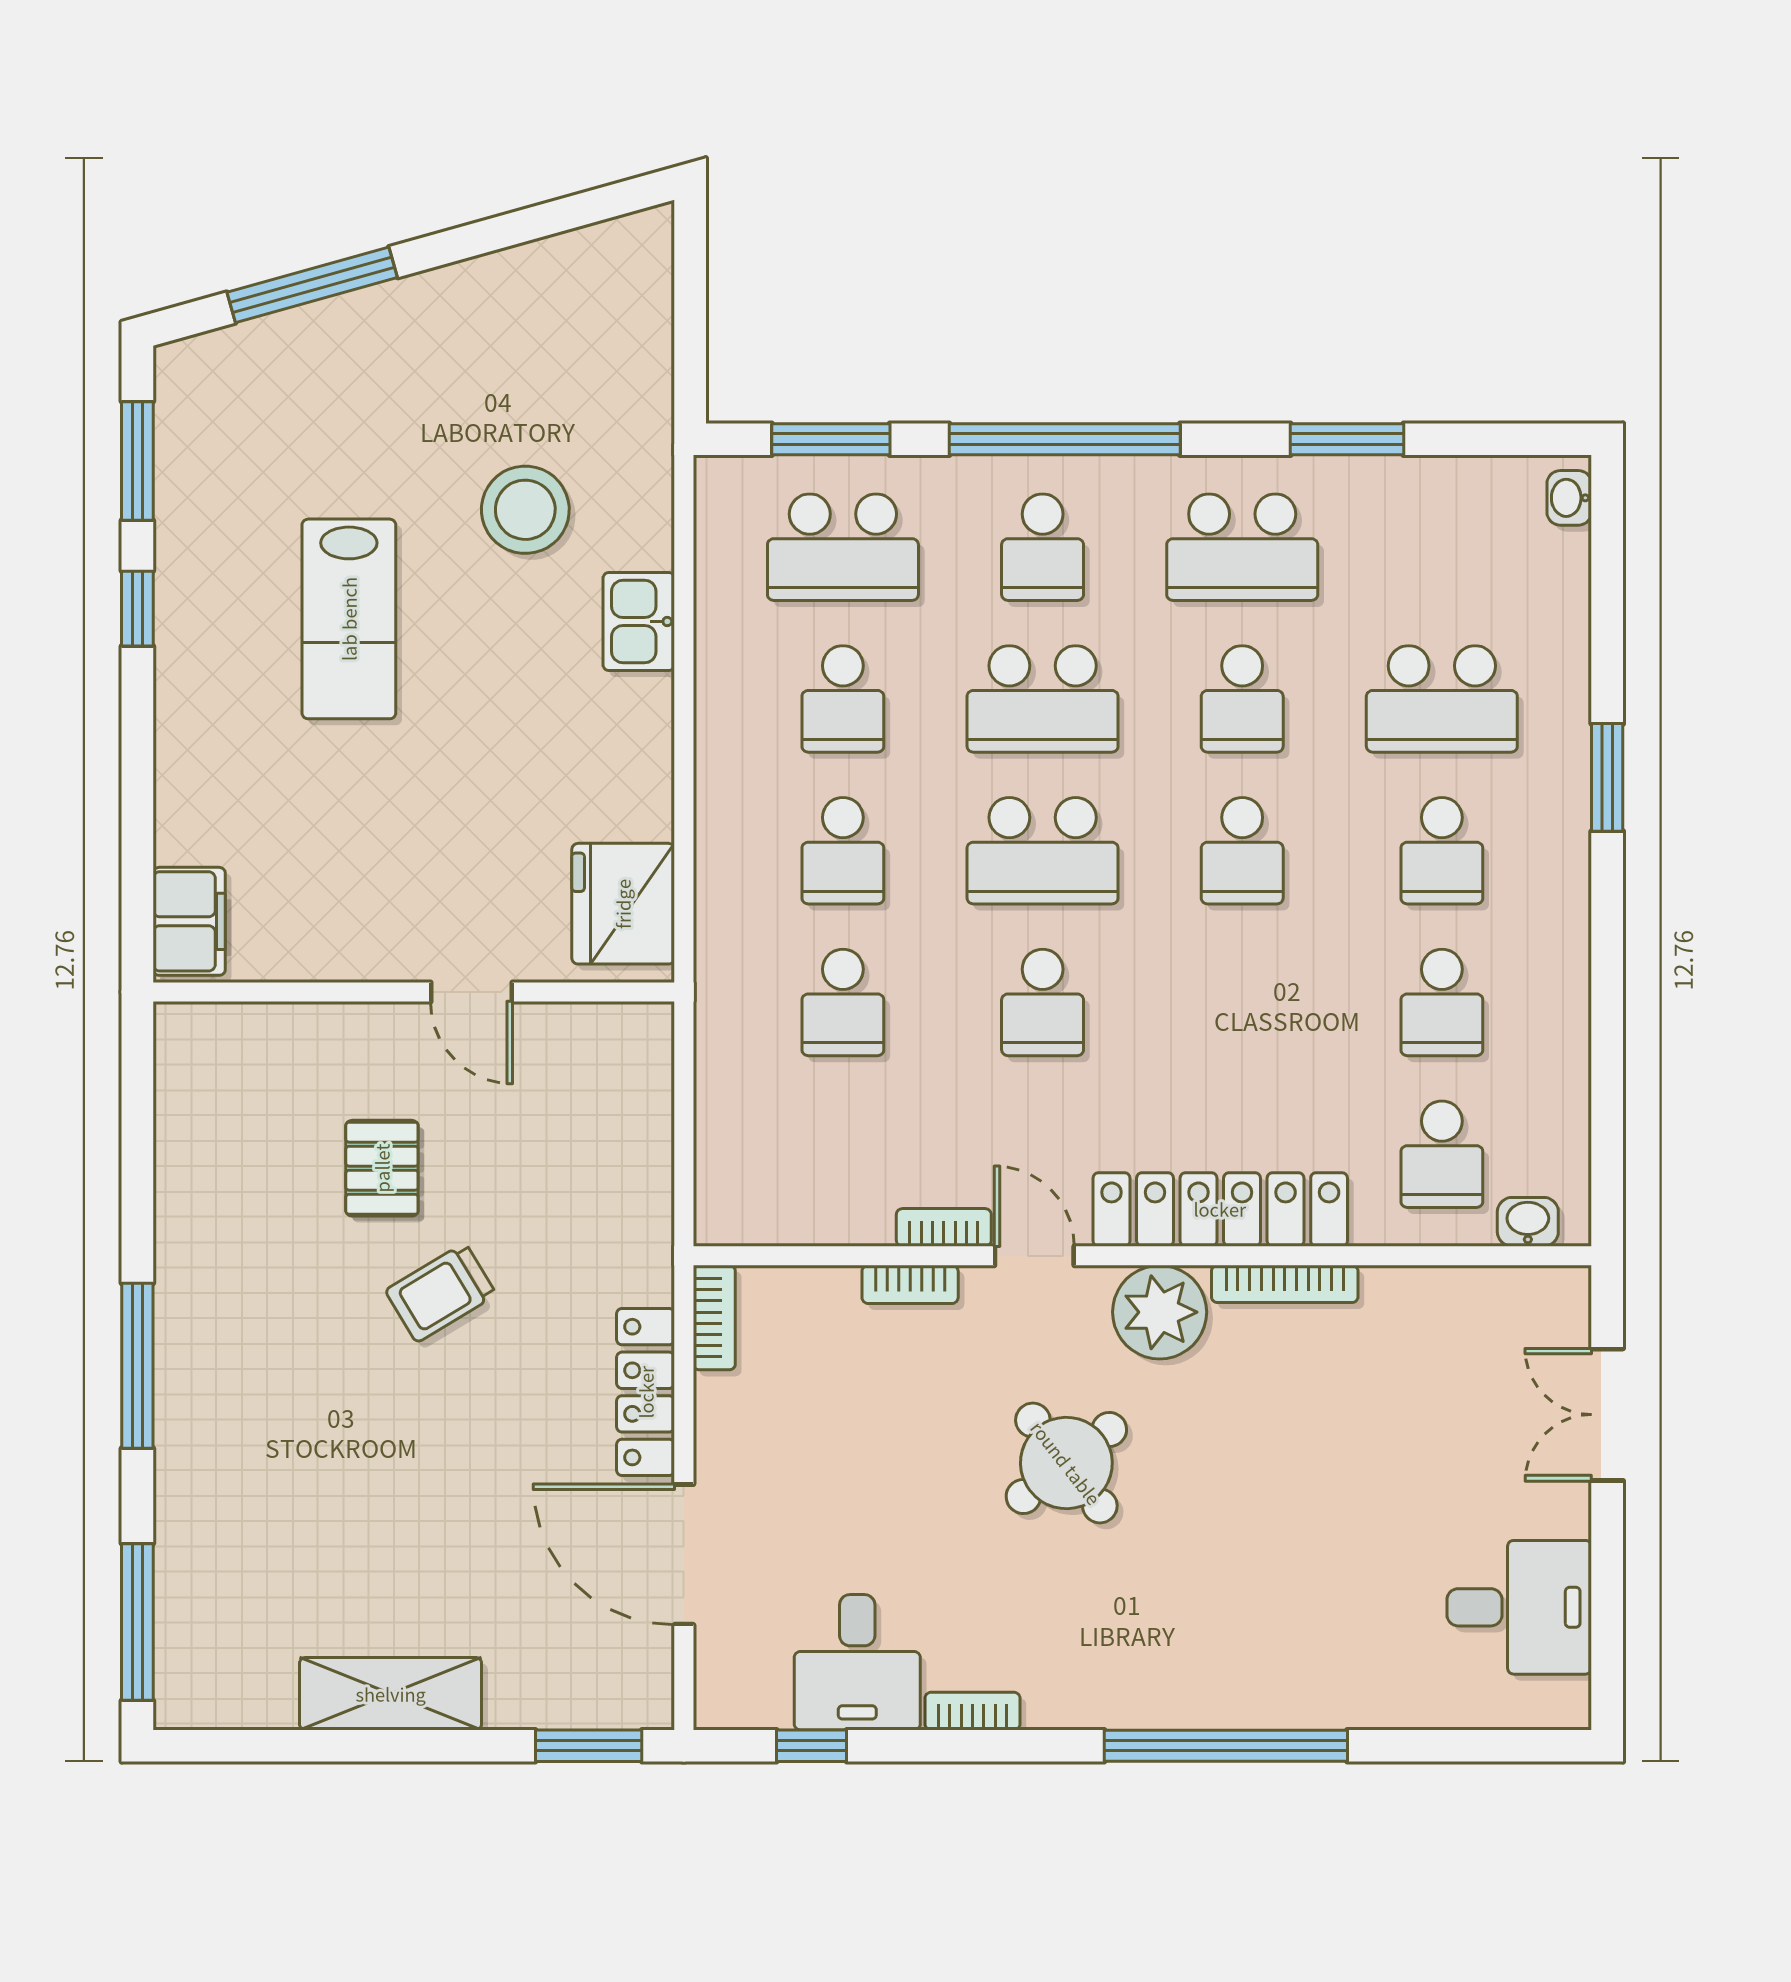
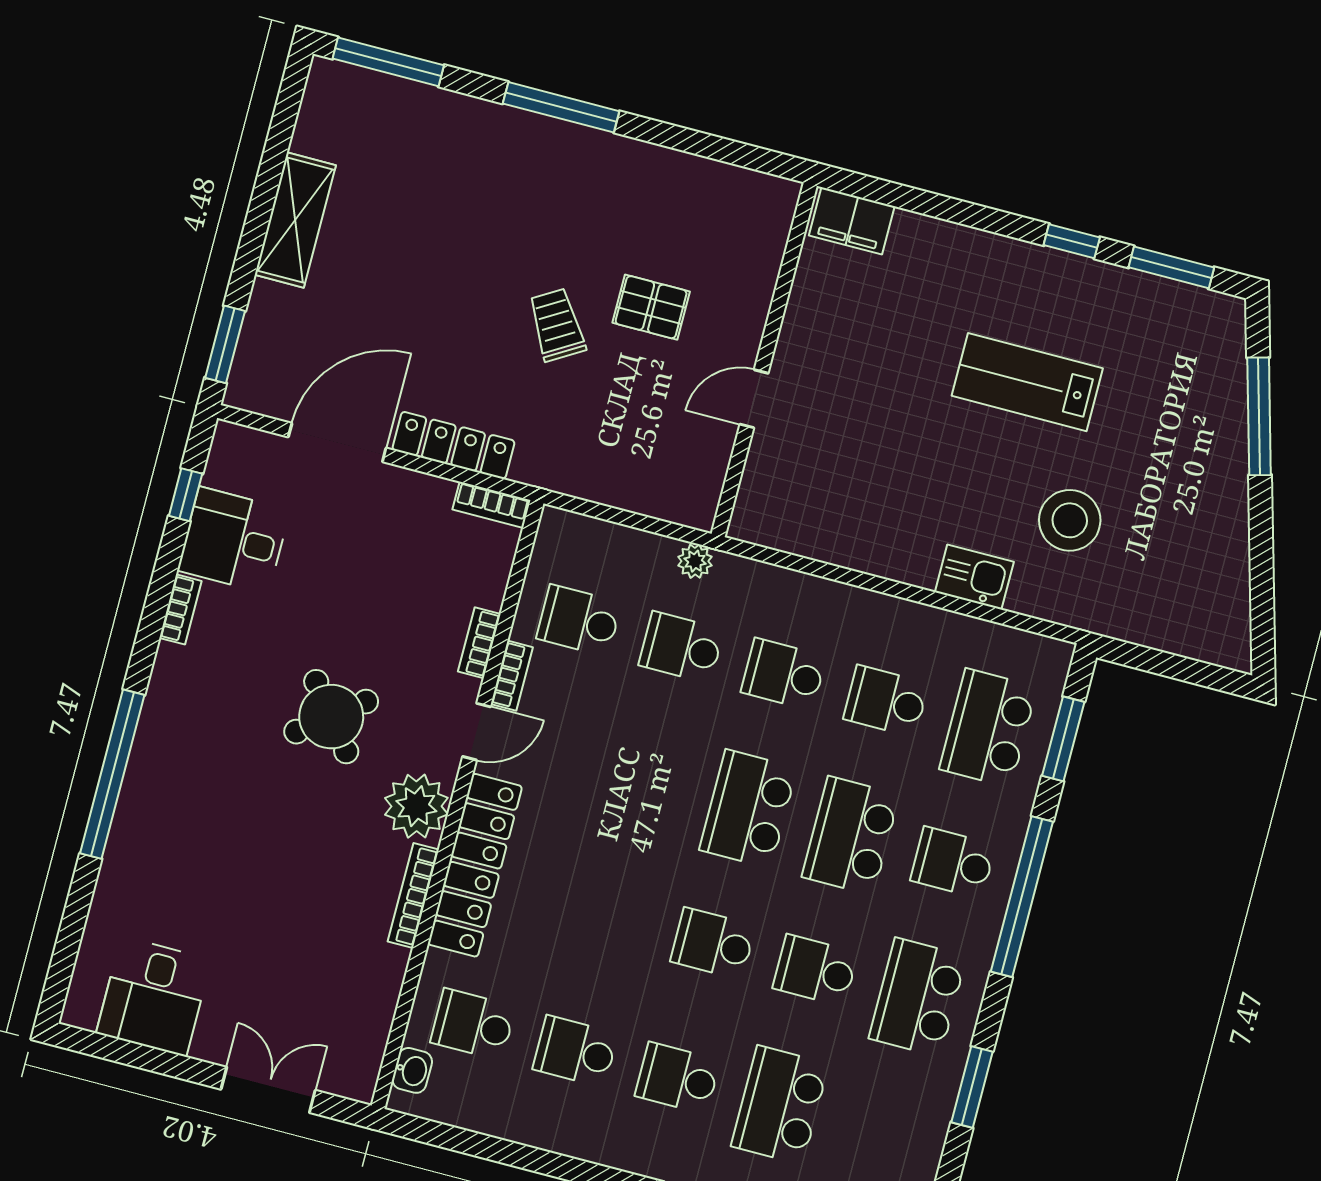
fridge: (623, 904) -> (787, 517), removed
school desk: (1043, 1002) -> (579, 621), moved
plant: (718, 1015) -> (695, 561), added

